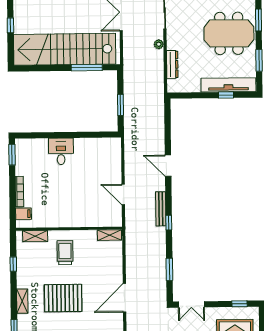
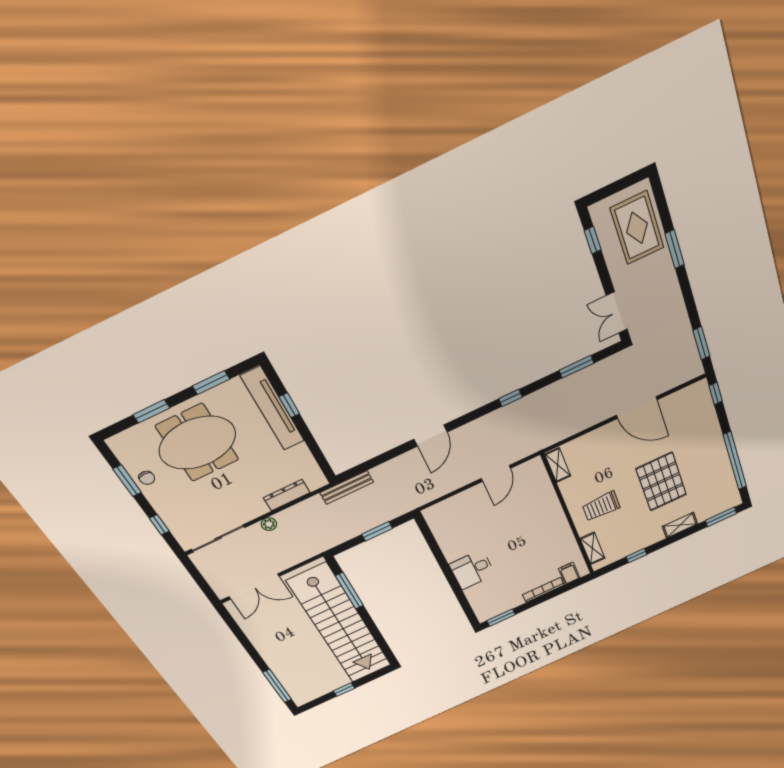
meeting table: (229, 33) -> (197, 443), turned 90
bench: (161, 209) -> (347, 487), moved
double door: (191, 304) -> (617, 312), swing flipped

